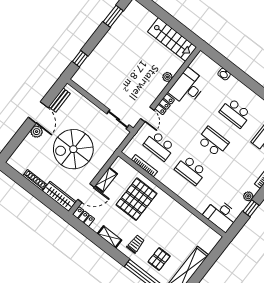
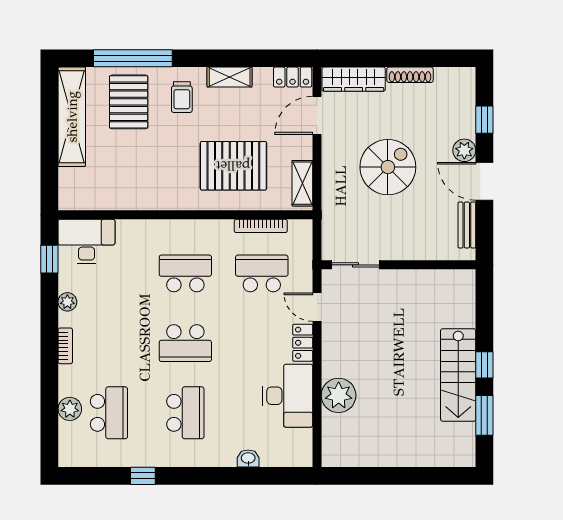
stairs: (172, 39) -> (458, 375), moved, turned -90
window: (80, 59) -> (484, 365), moved
plant: (167, 77) -> (339, 395), width x1.88, depth x1.88
school desk: (235, 113) -> (185, 413), turned 90
window: (18, 138) -> (484, 120), added
spiral stairs: (73, 149) -> (388, 167), width x0.73, depth x0.73
shelving: (106, 180) -> (302, 183), moved
pallet: (136, 199) -> (233, 166), turned 90
window: (251, 208) -> (49, 259), moved
pallet: (159, 259) -> (129, 102), width x1.50, depth x1.42

